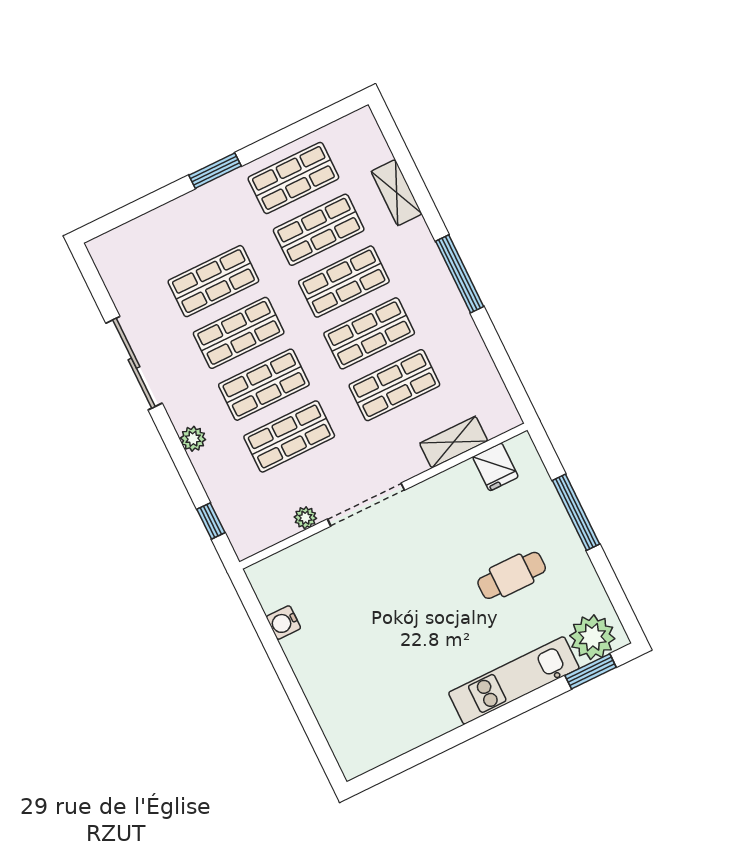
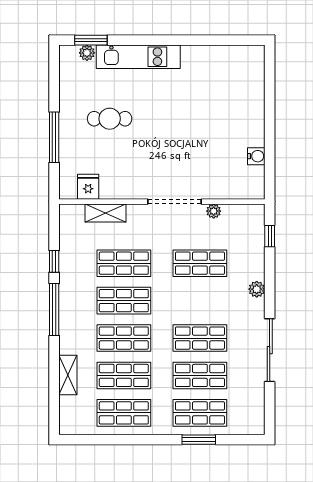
window: (215, 171) -> (199, 440), moved
window: (492, 341) -> (54, 261), added
shop shelf: (264, 385) -> (200, 413), moved
plant: (592, 637) -> (87, 53), width x0.53, depth x0.53

